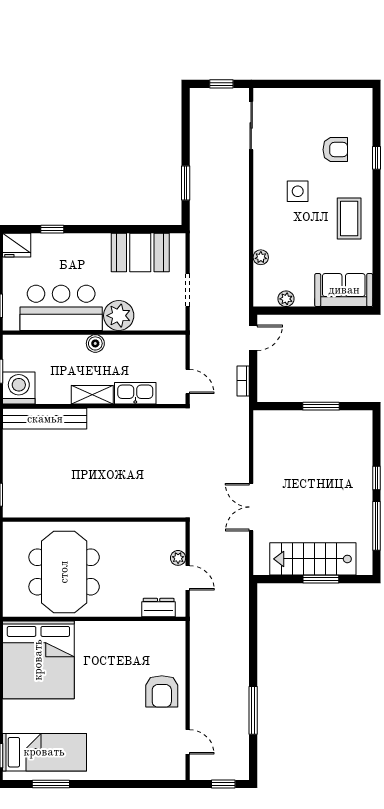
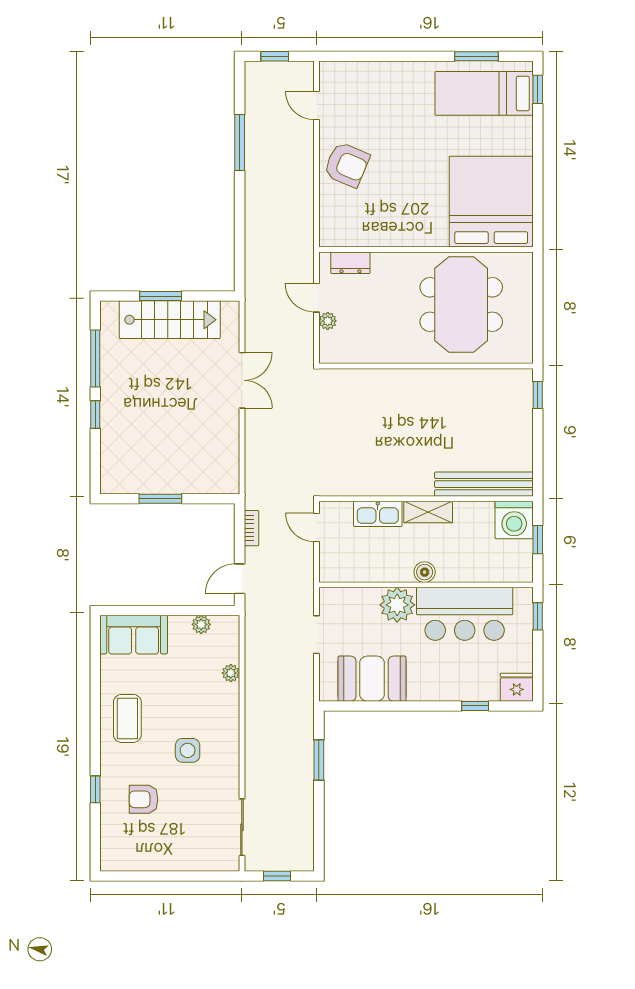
armchair: (162, 691) -> (347, 165), turned 113

